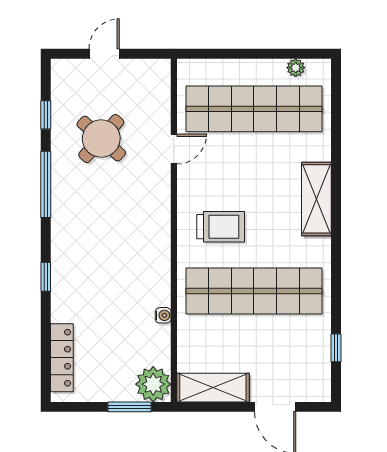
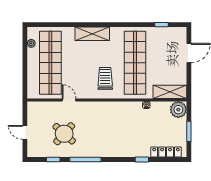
window: (46, 277) -> (142, 159), moved
shelving: (213, 388) -> (170, 92), moved, turned 90
window: (130, 407) -> (189, 131), moved

